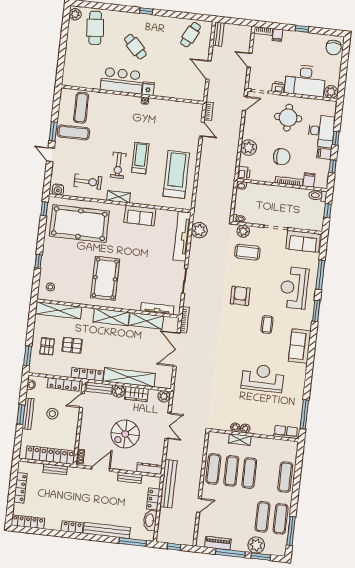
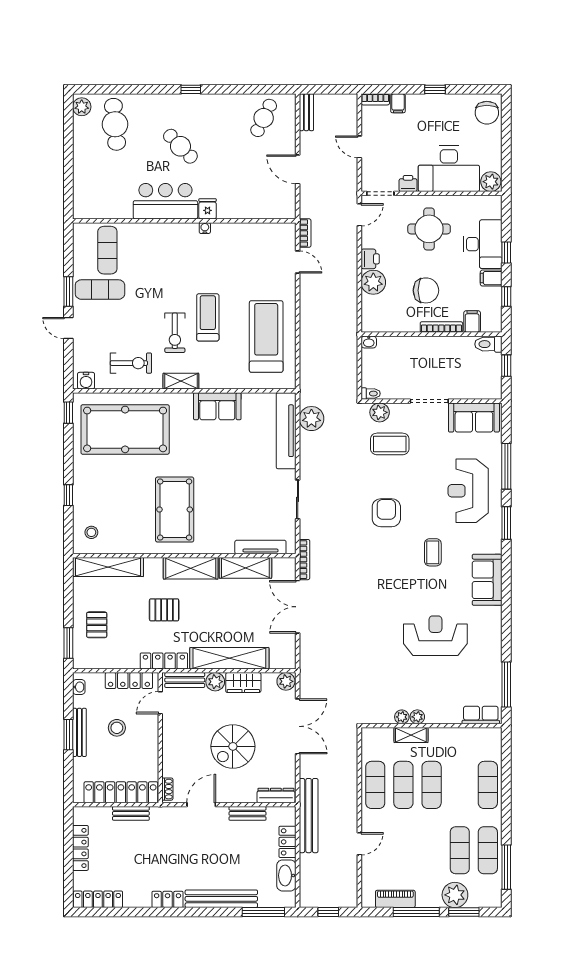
printer: (244, 173) -> (370, 259), moved
pallet: (72, 345) -> (164, 610), moved
double door: (168, 426) -> (298, 726), width x1.37

